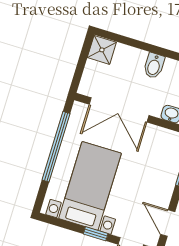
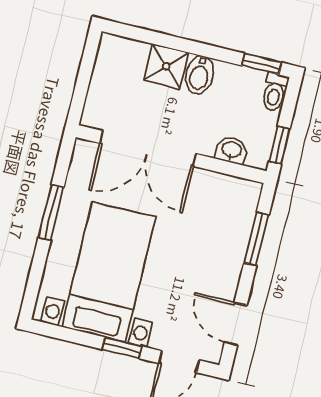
shower: (102, 50) -> (166, 66), moved
window: (56, 147) -> (51, 213), width x0.47

